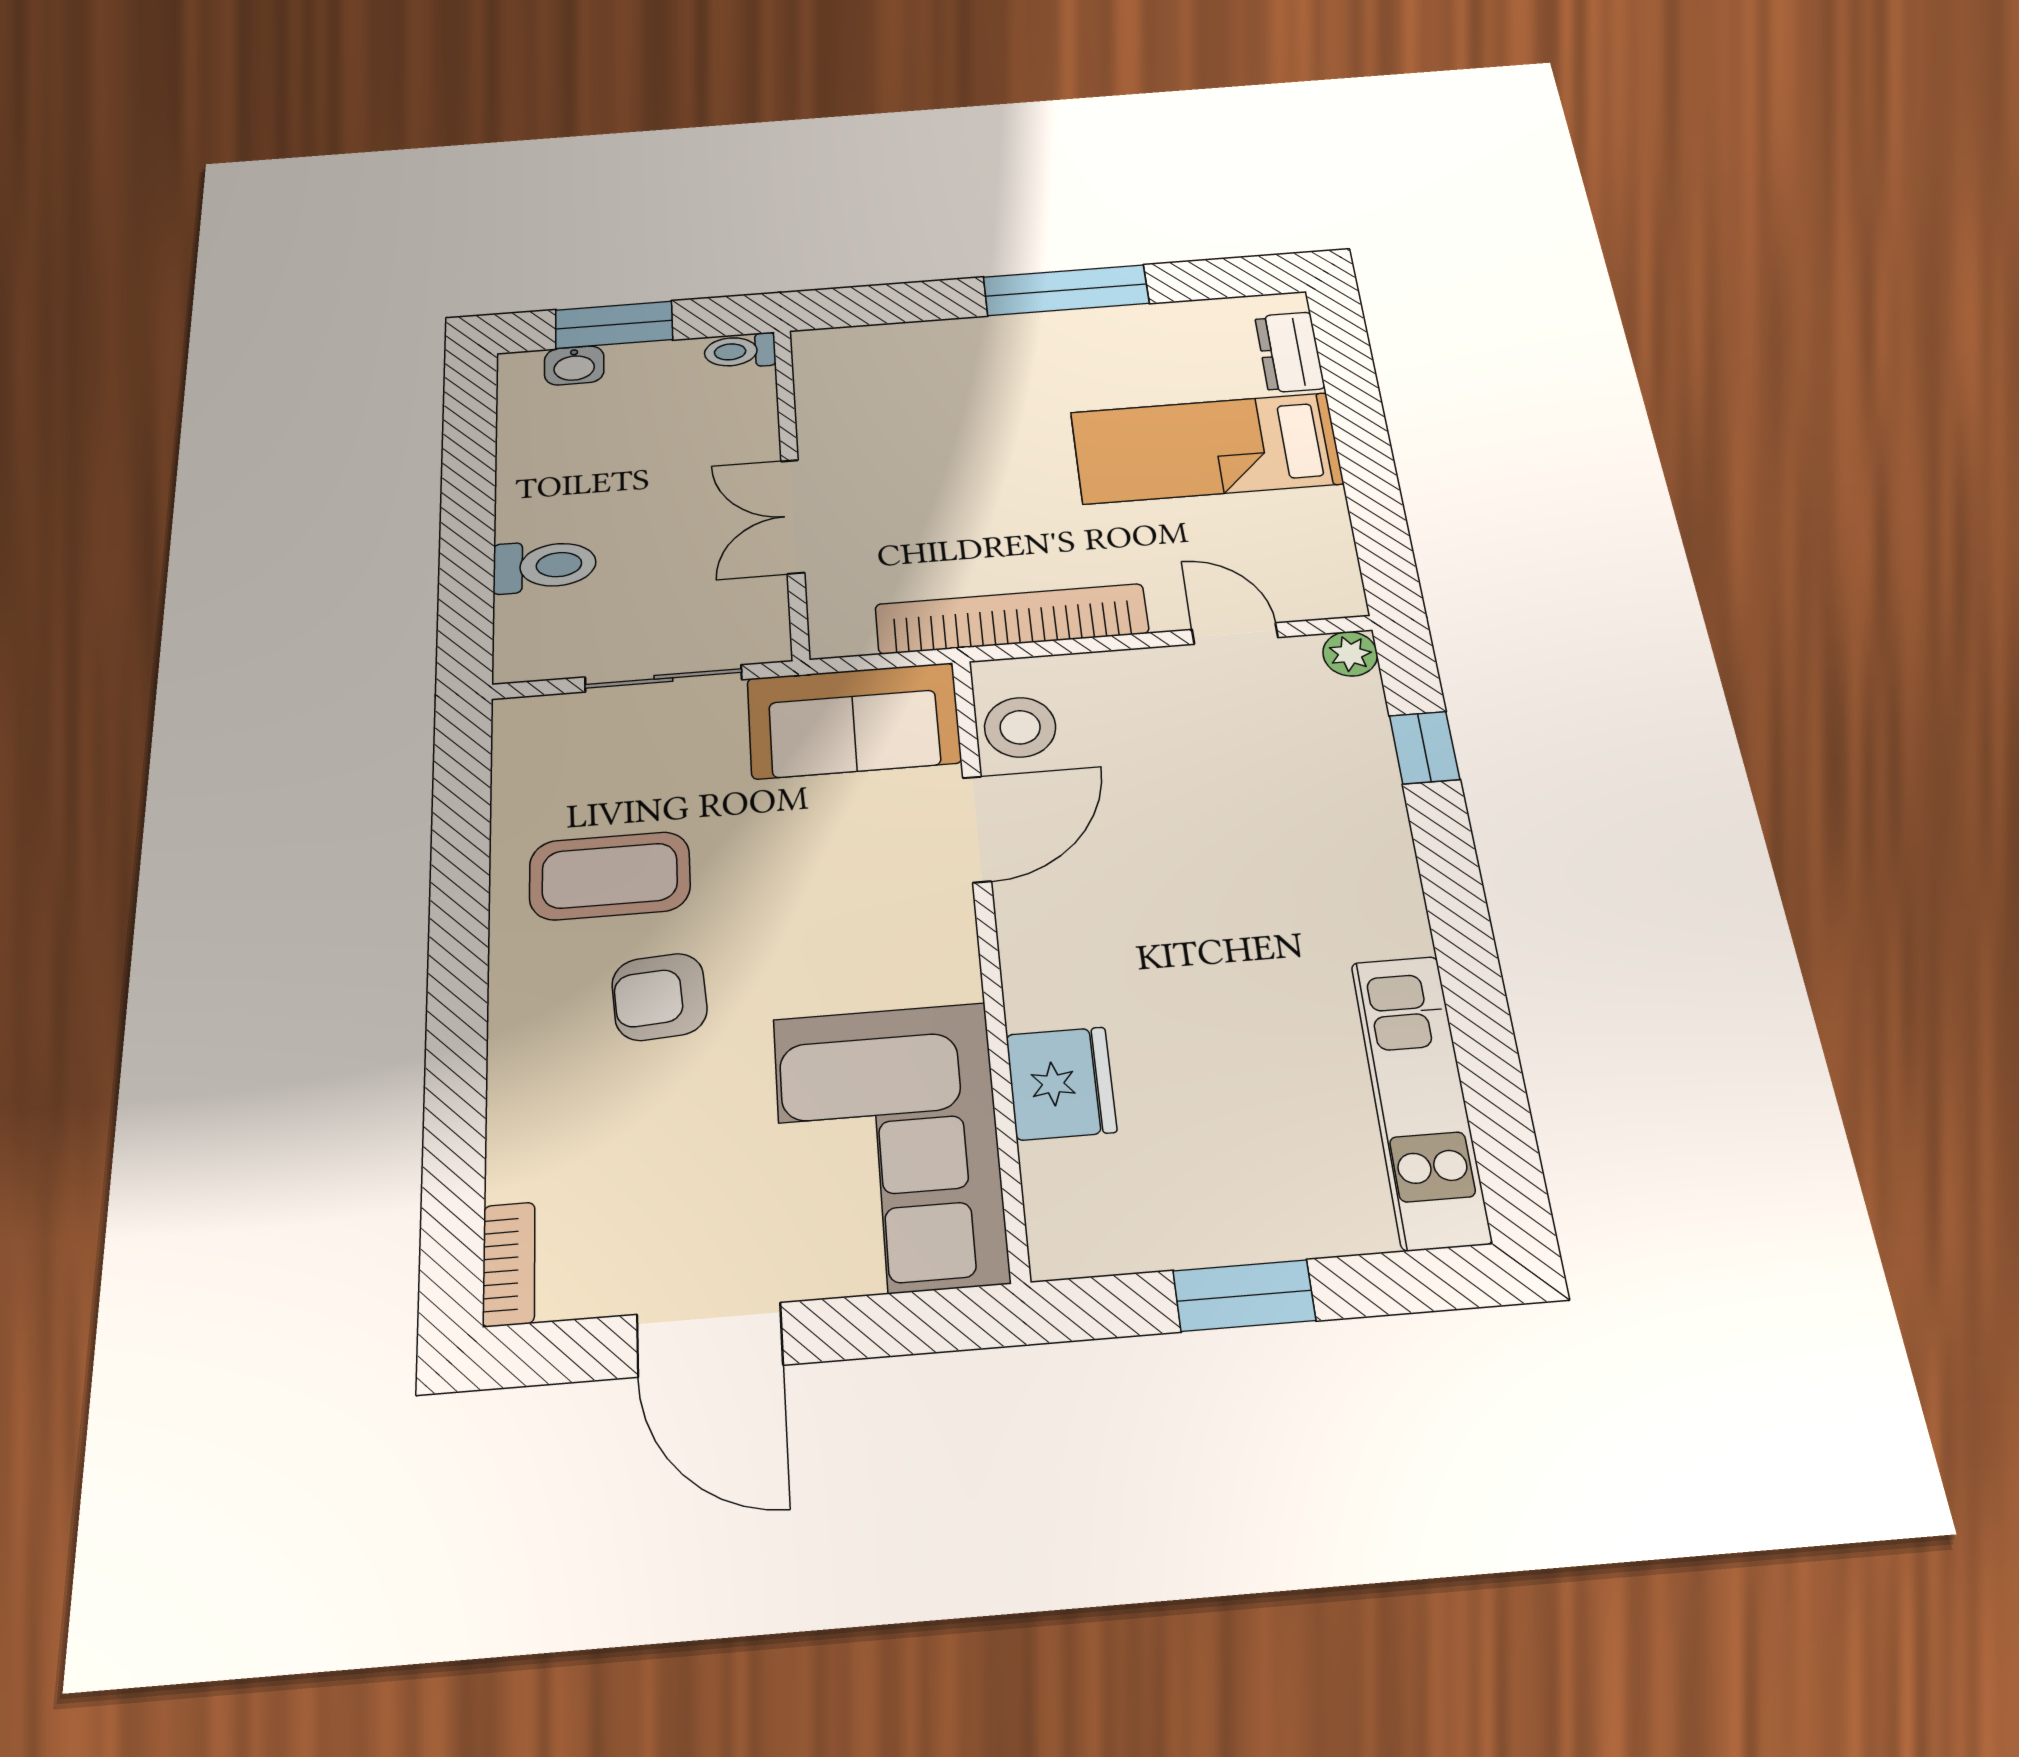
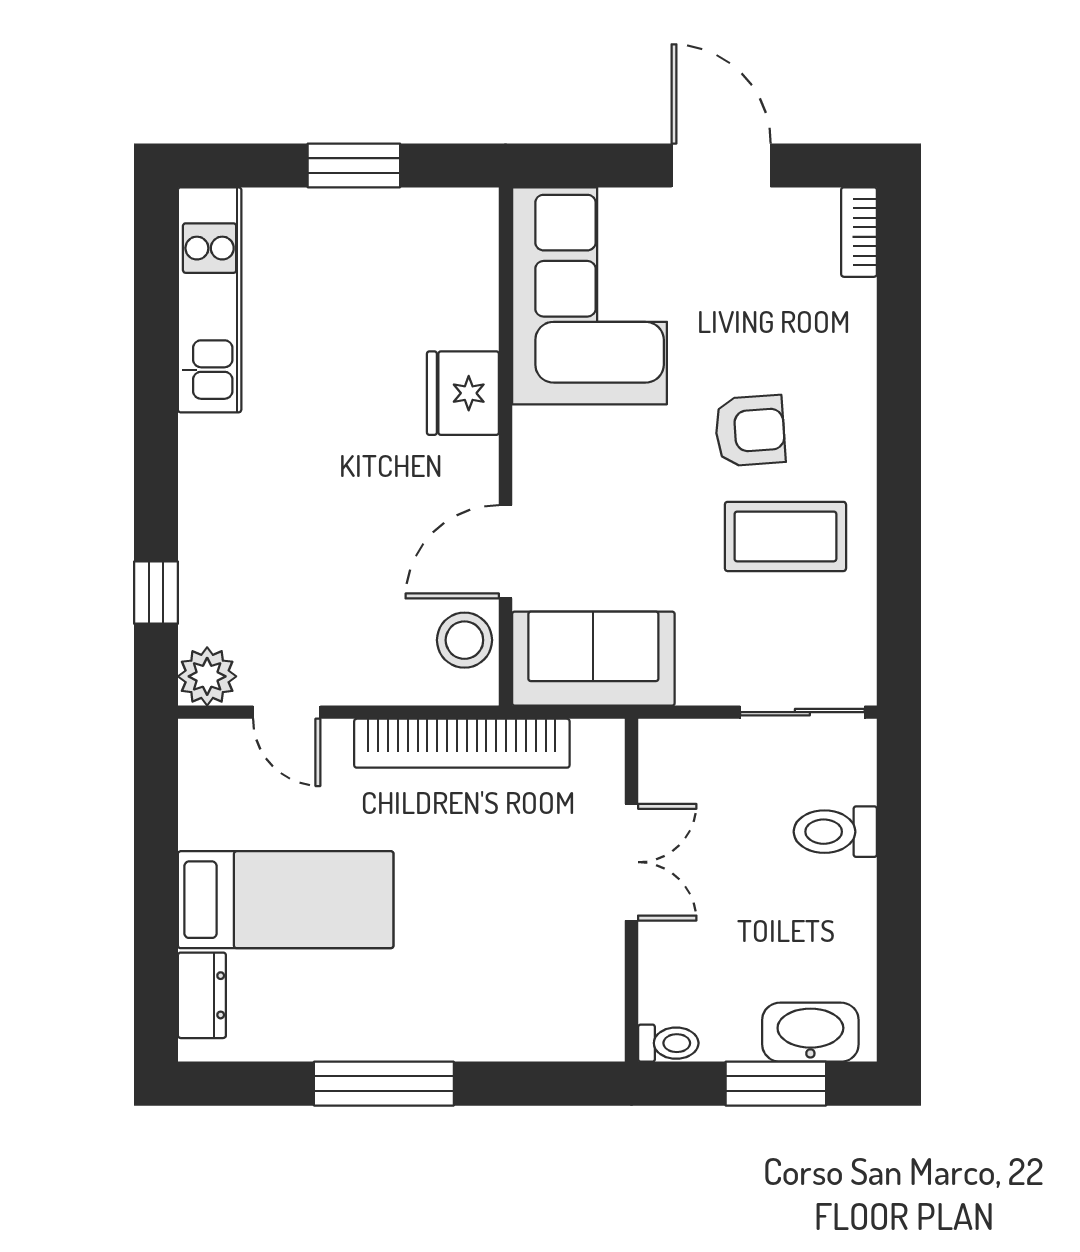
washbasin: (574, 365) -> (810, 1032), width x1.91, depth x1.45
plant: (1350, 654) -> (207, 676), width x1.38, depth x1.38
sliding door: (663, 678) -> (802, 712), moved
fridge: (1061, 1083) -> (463, 393), moved

